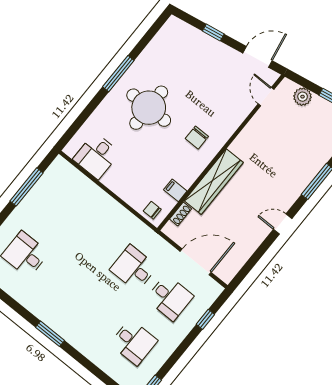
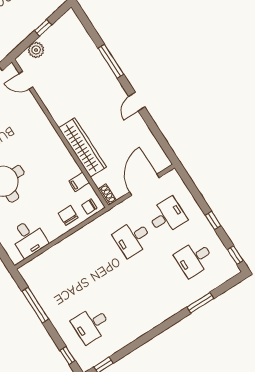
chair: (197, 138) -> (68, 215), moved, turned 180
shoe rack: (181, 214) -> (107, 195), moved
window: (205, 319) -> (213, 220), moved
window: (50, 334) -> (200, 303), moved
desk: (134, 342) -> (194, 259), turned 180

